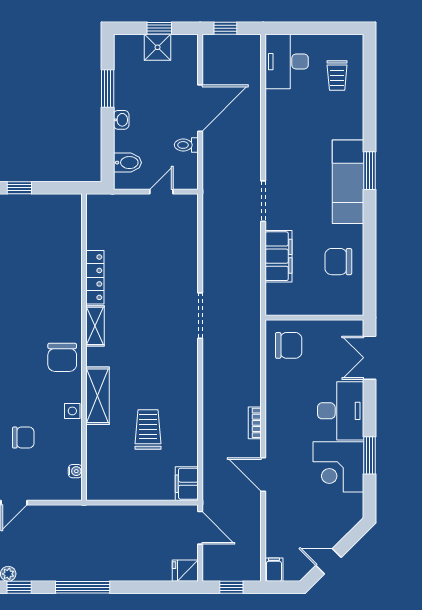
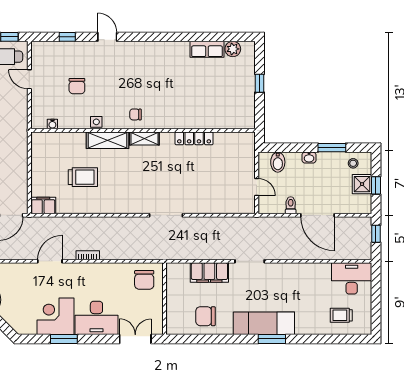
stool: (129, 59) -> (353, 163), added
chair: (338, 262) -> (205, 316), turned -90
shelving: (95, 326) -> (144, 138), moved
chair: (62, 357) -> (136, 114), width x0.54, depth x0.54

